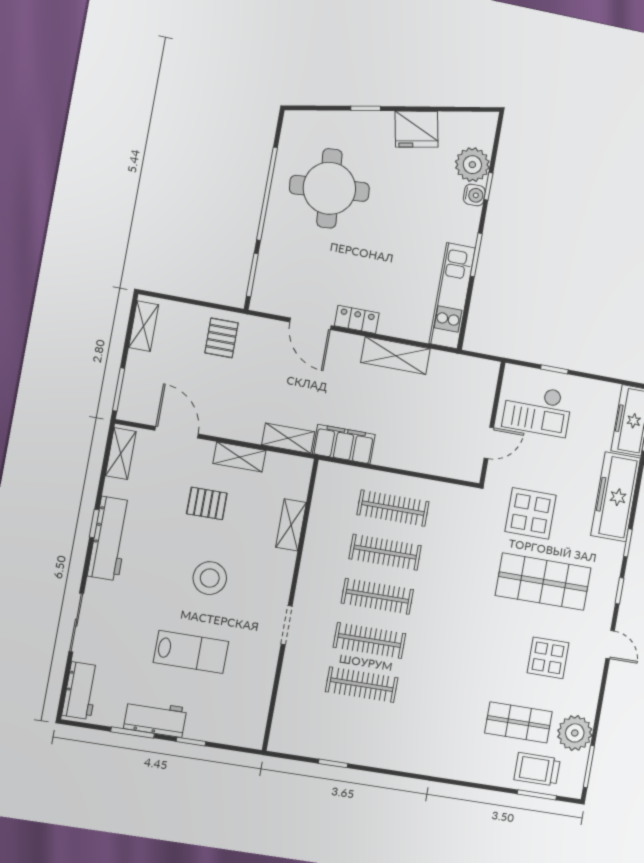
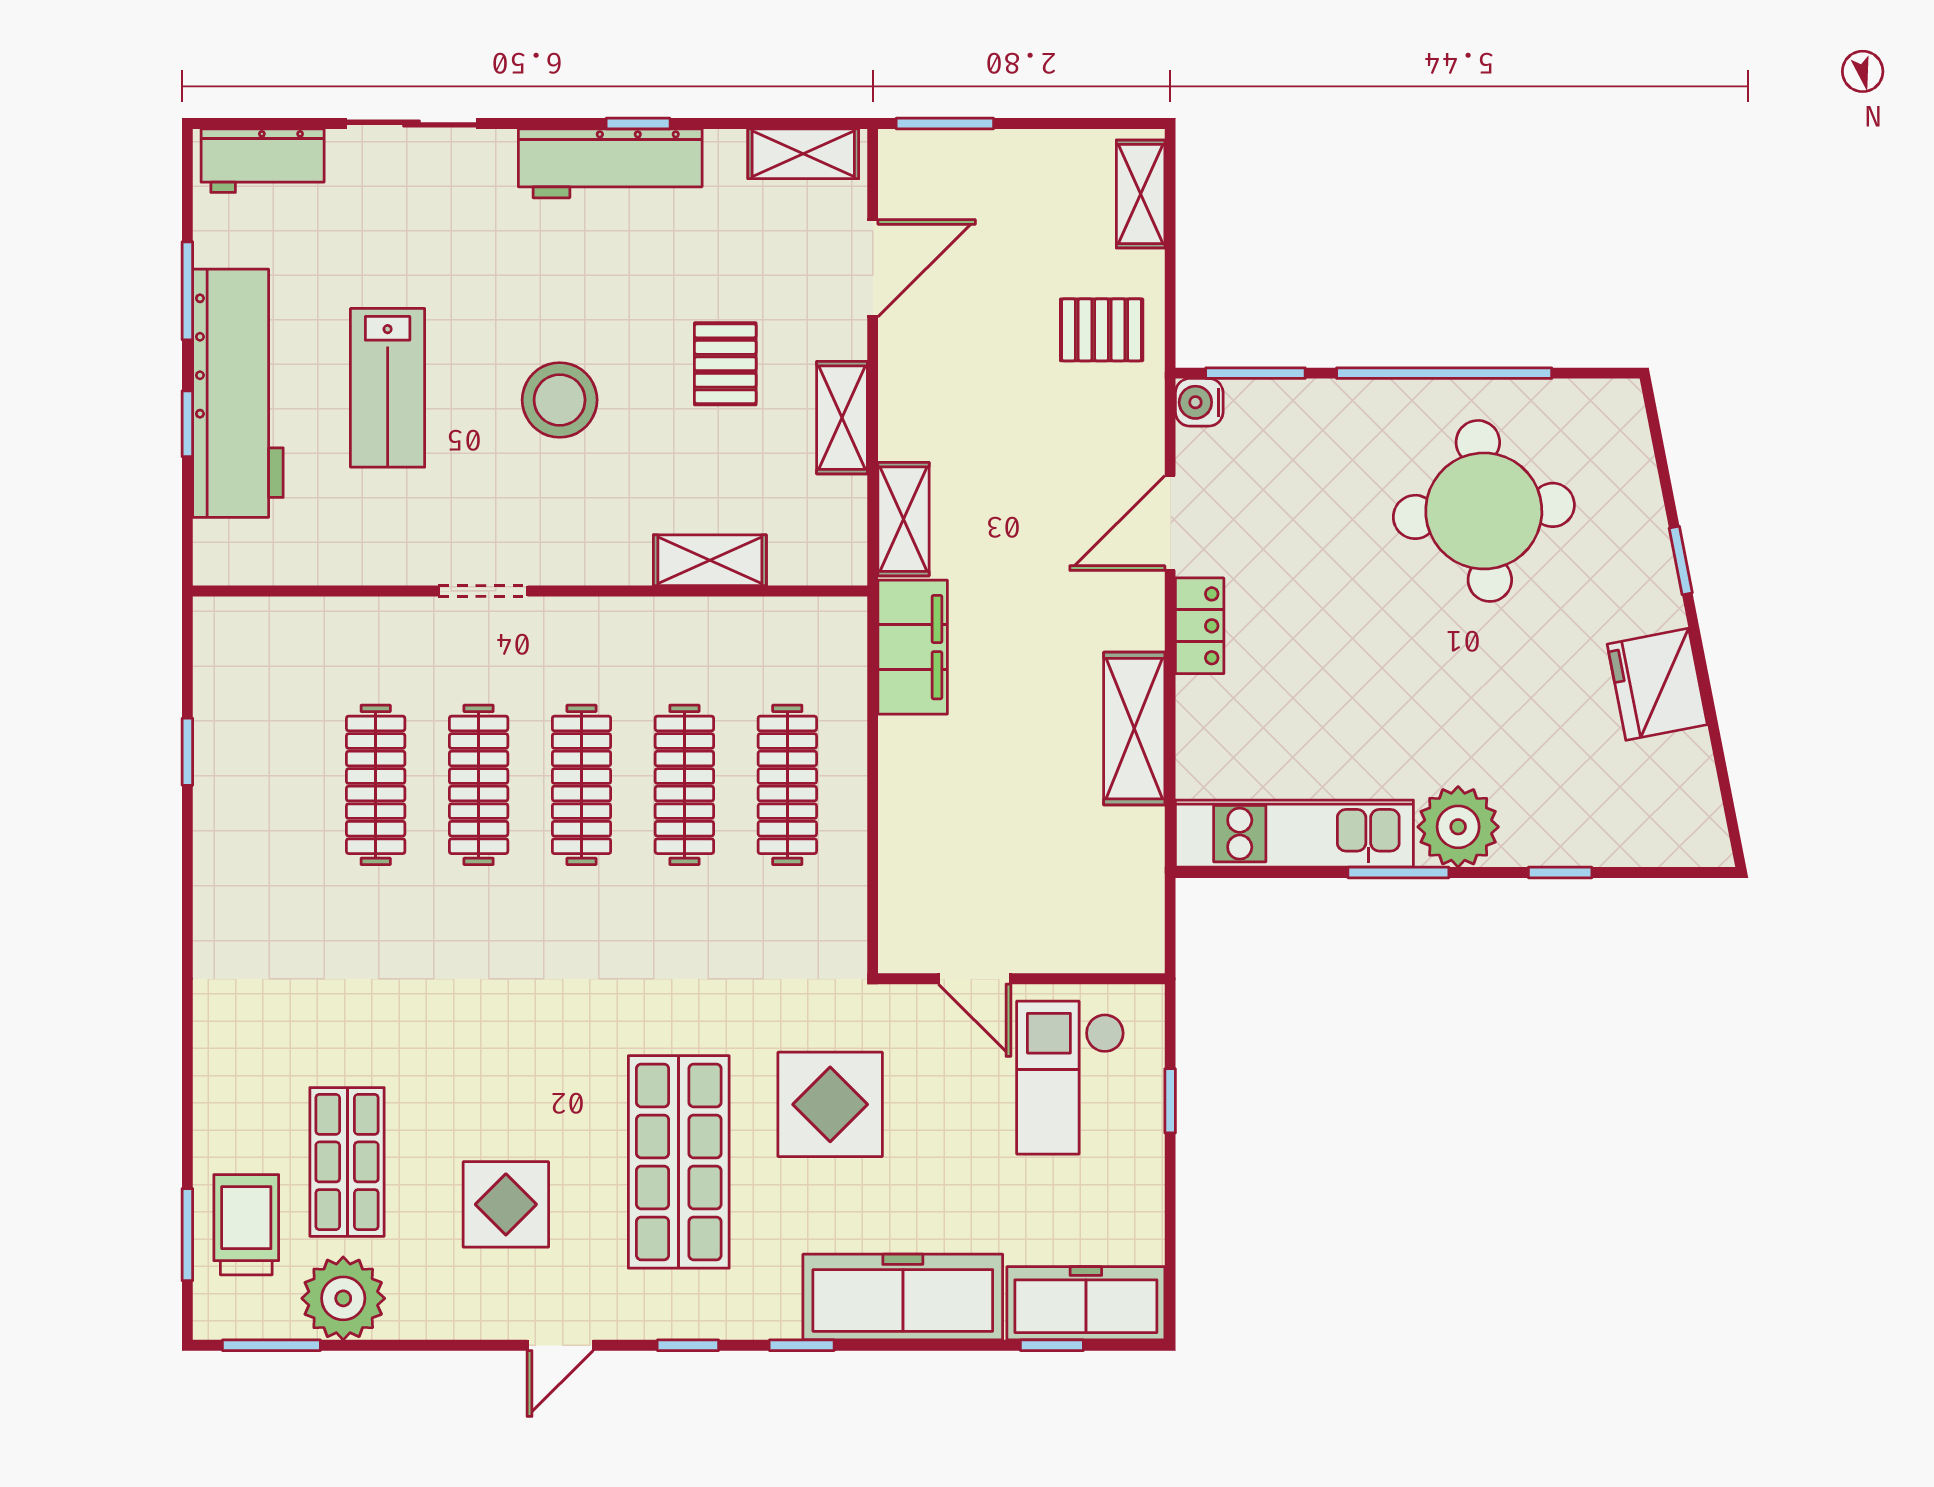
plant: (472, 165) -> (1458, 827), moved
water cooler: (474, 195) -> (1199, 402), moved, turned 90
shelving: (144, 326) -> (1141, 194), moved, turned 90
workbench: (155, 718) -> (238, 393), width x1.88, depth x1.32

